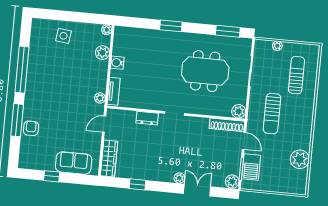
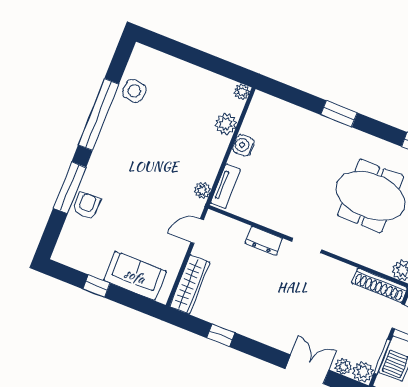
side table: (63, 36) -> (134, 91), moved
plant: (179, 178) -> (343, 367), moved

